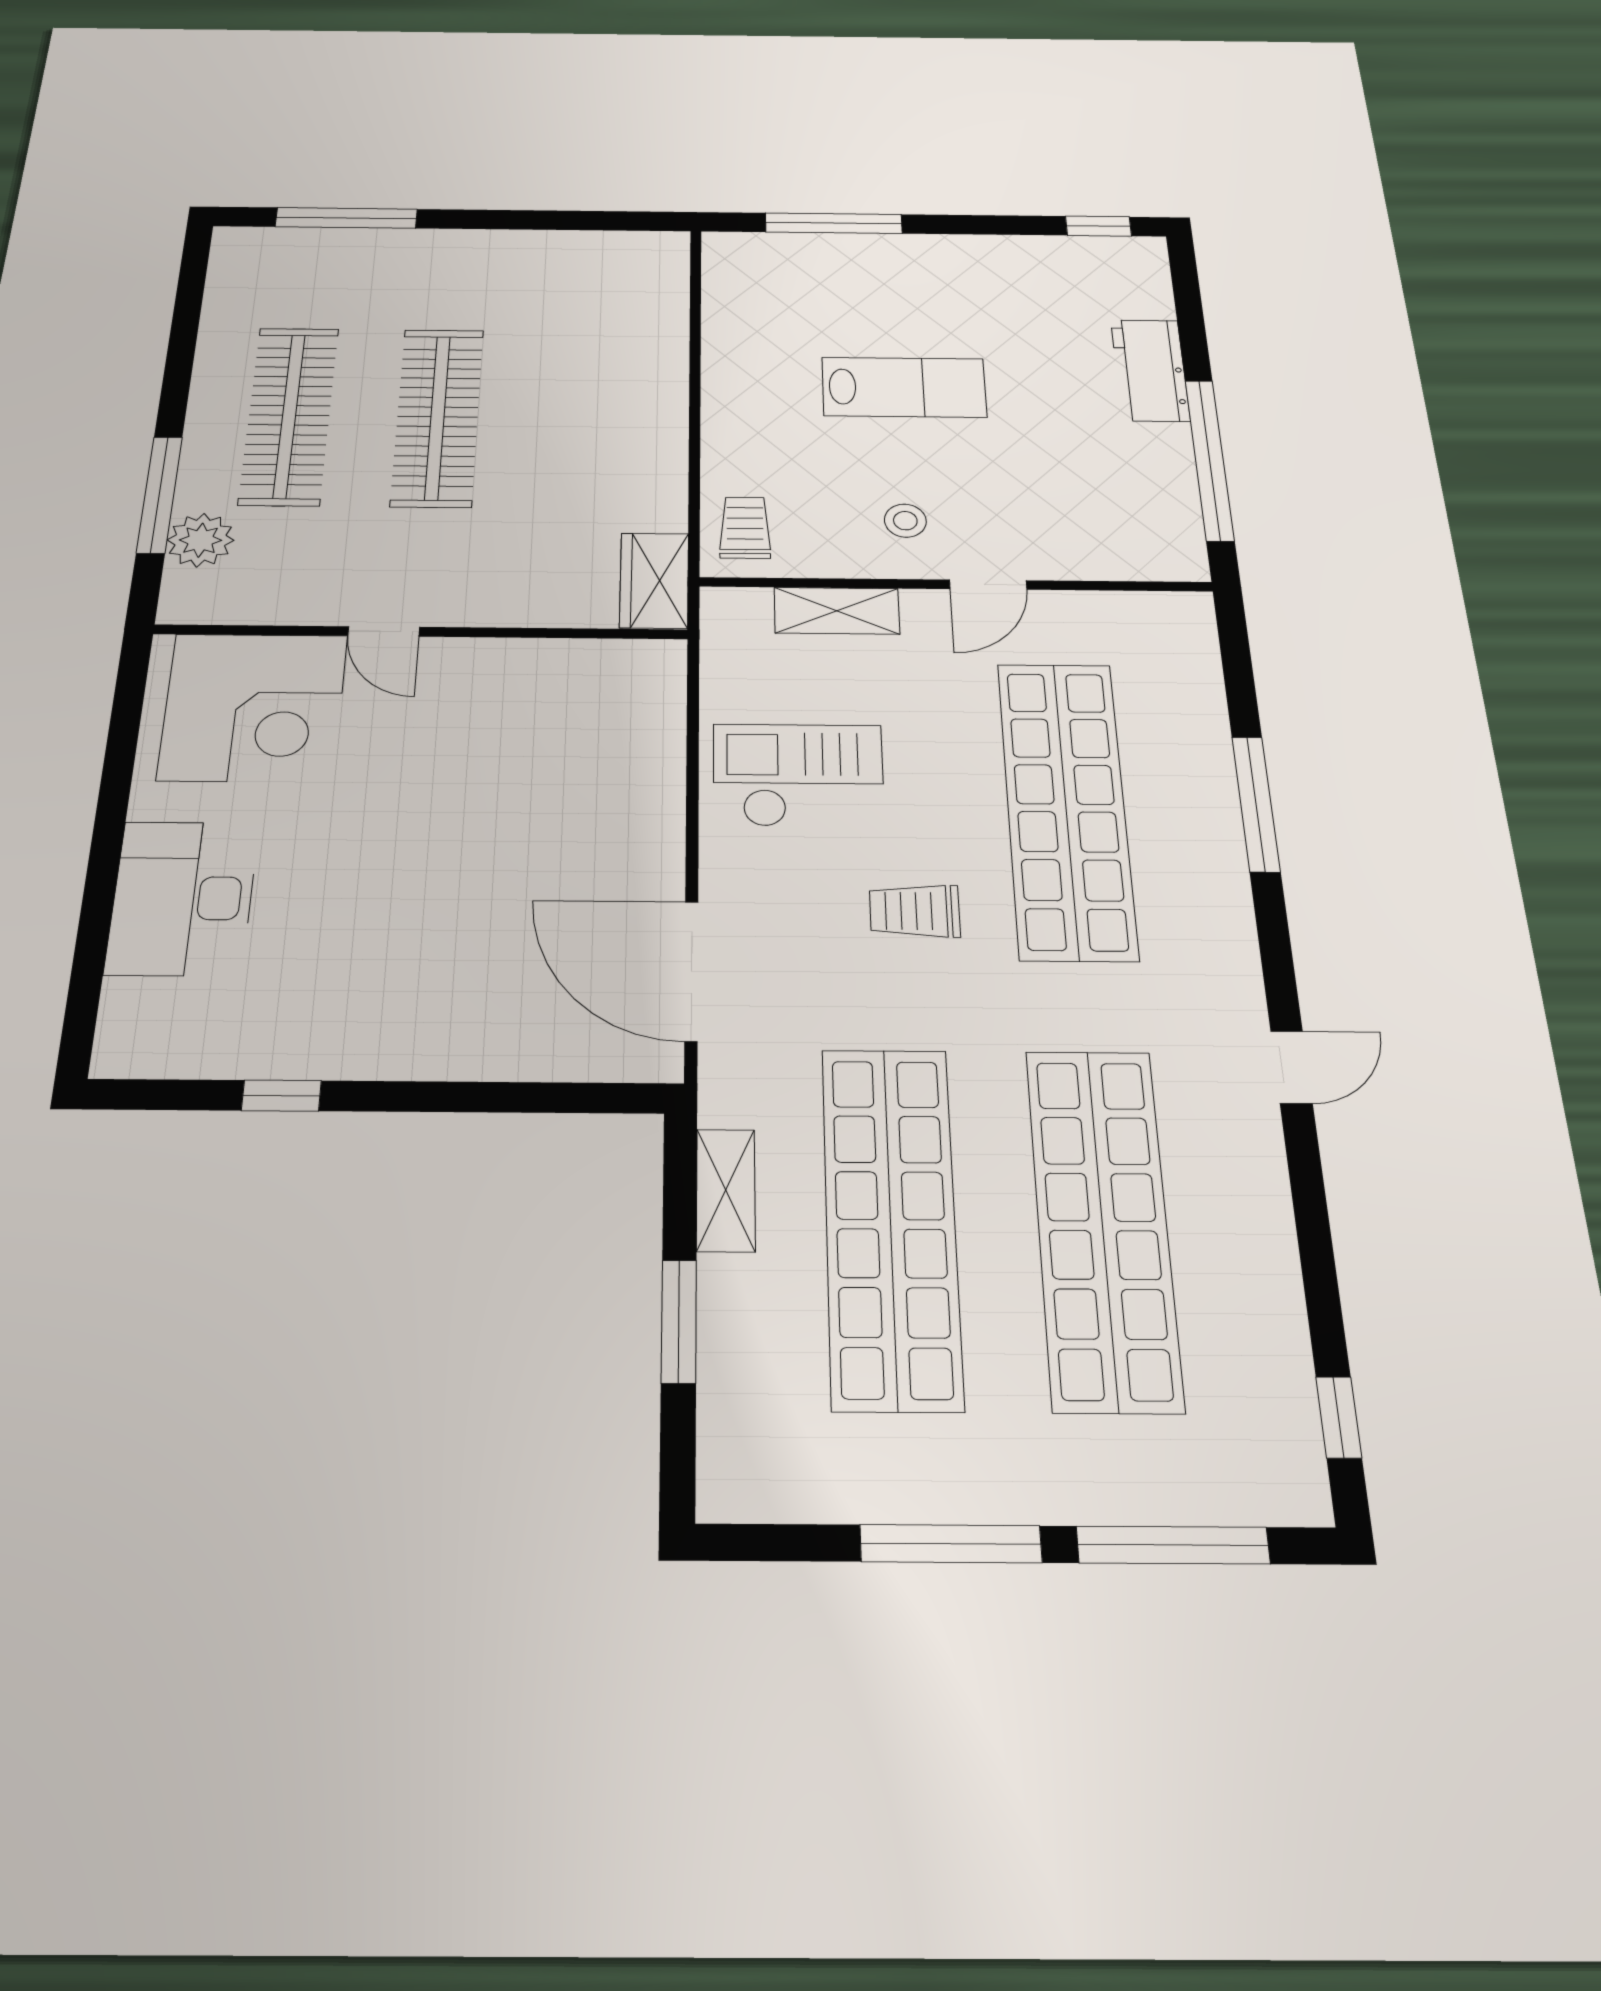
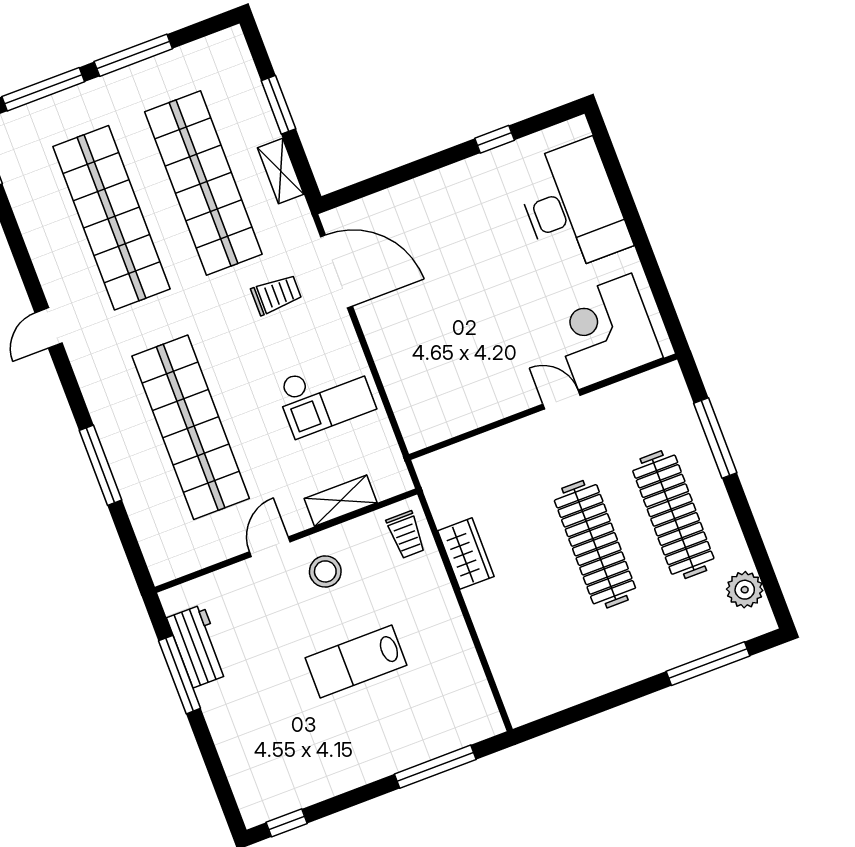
workbench: (1150, 370) -> (198, 646), moved
window: (1209, 459) -> (180, 675), width x0.68
stool: (905, 521) -> (325, 571), width x1.37, depth x1.37
plant: (200, 540) -> (745, 590), moved
wardrobe: (654, 580) -> (466, 554), moved
desk: (183, 898) -> (572, 206), width x1.36, depth x1.30
trolley: (915, 911) -> (276, 295), moved

